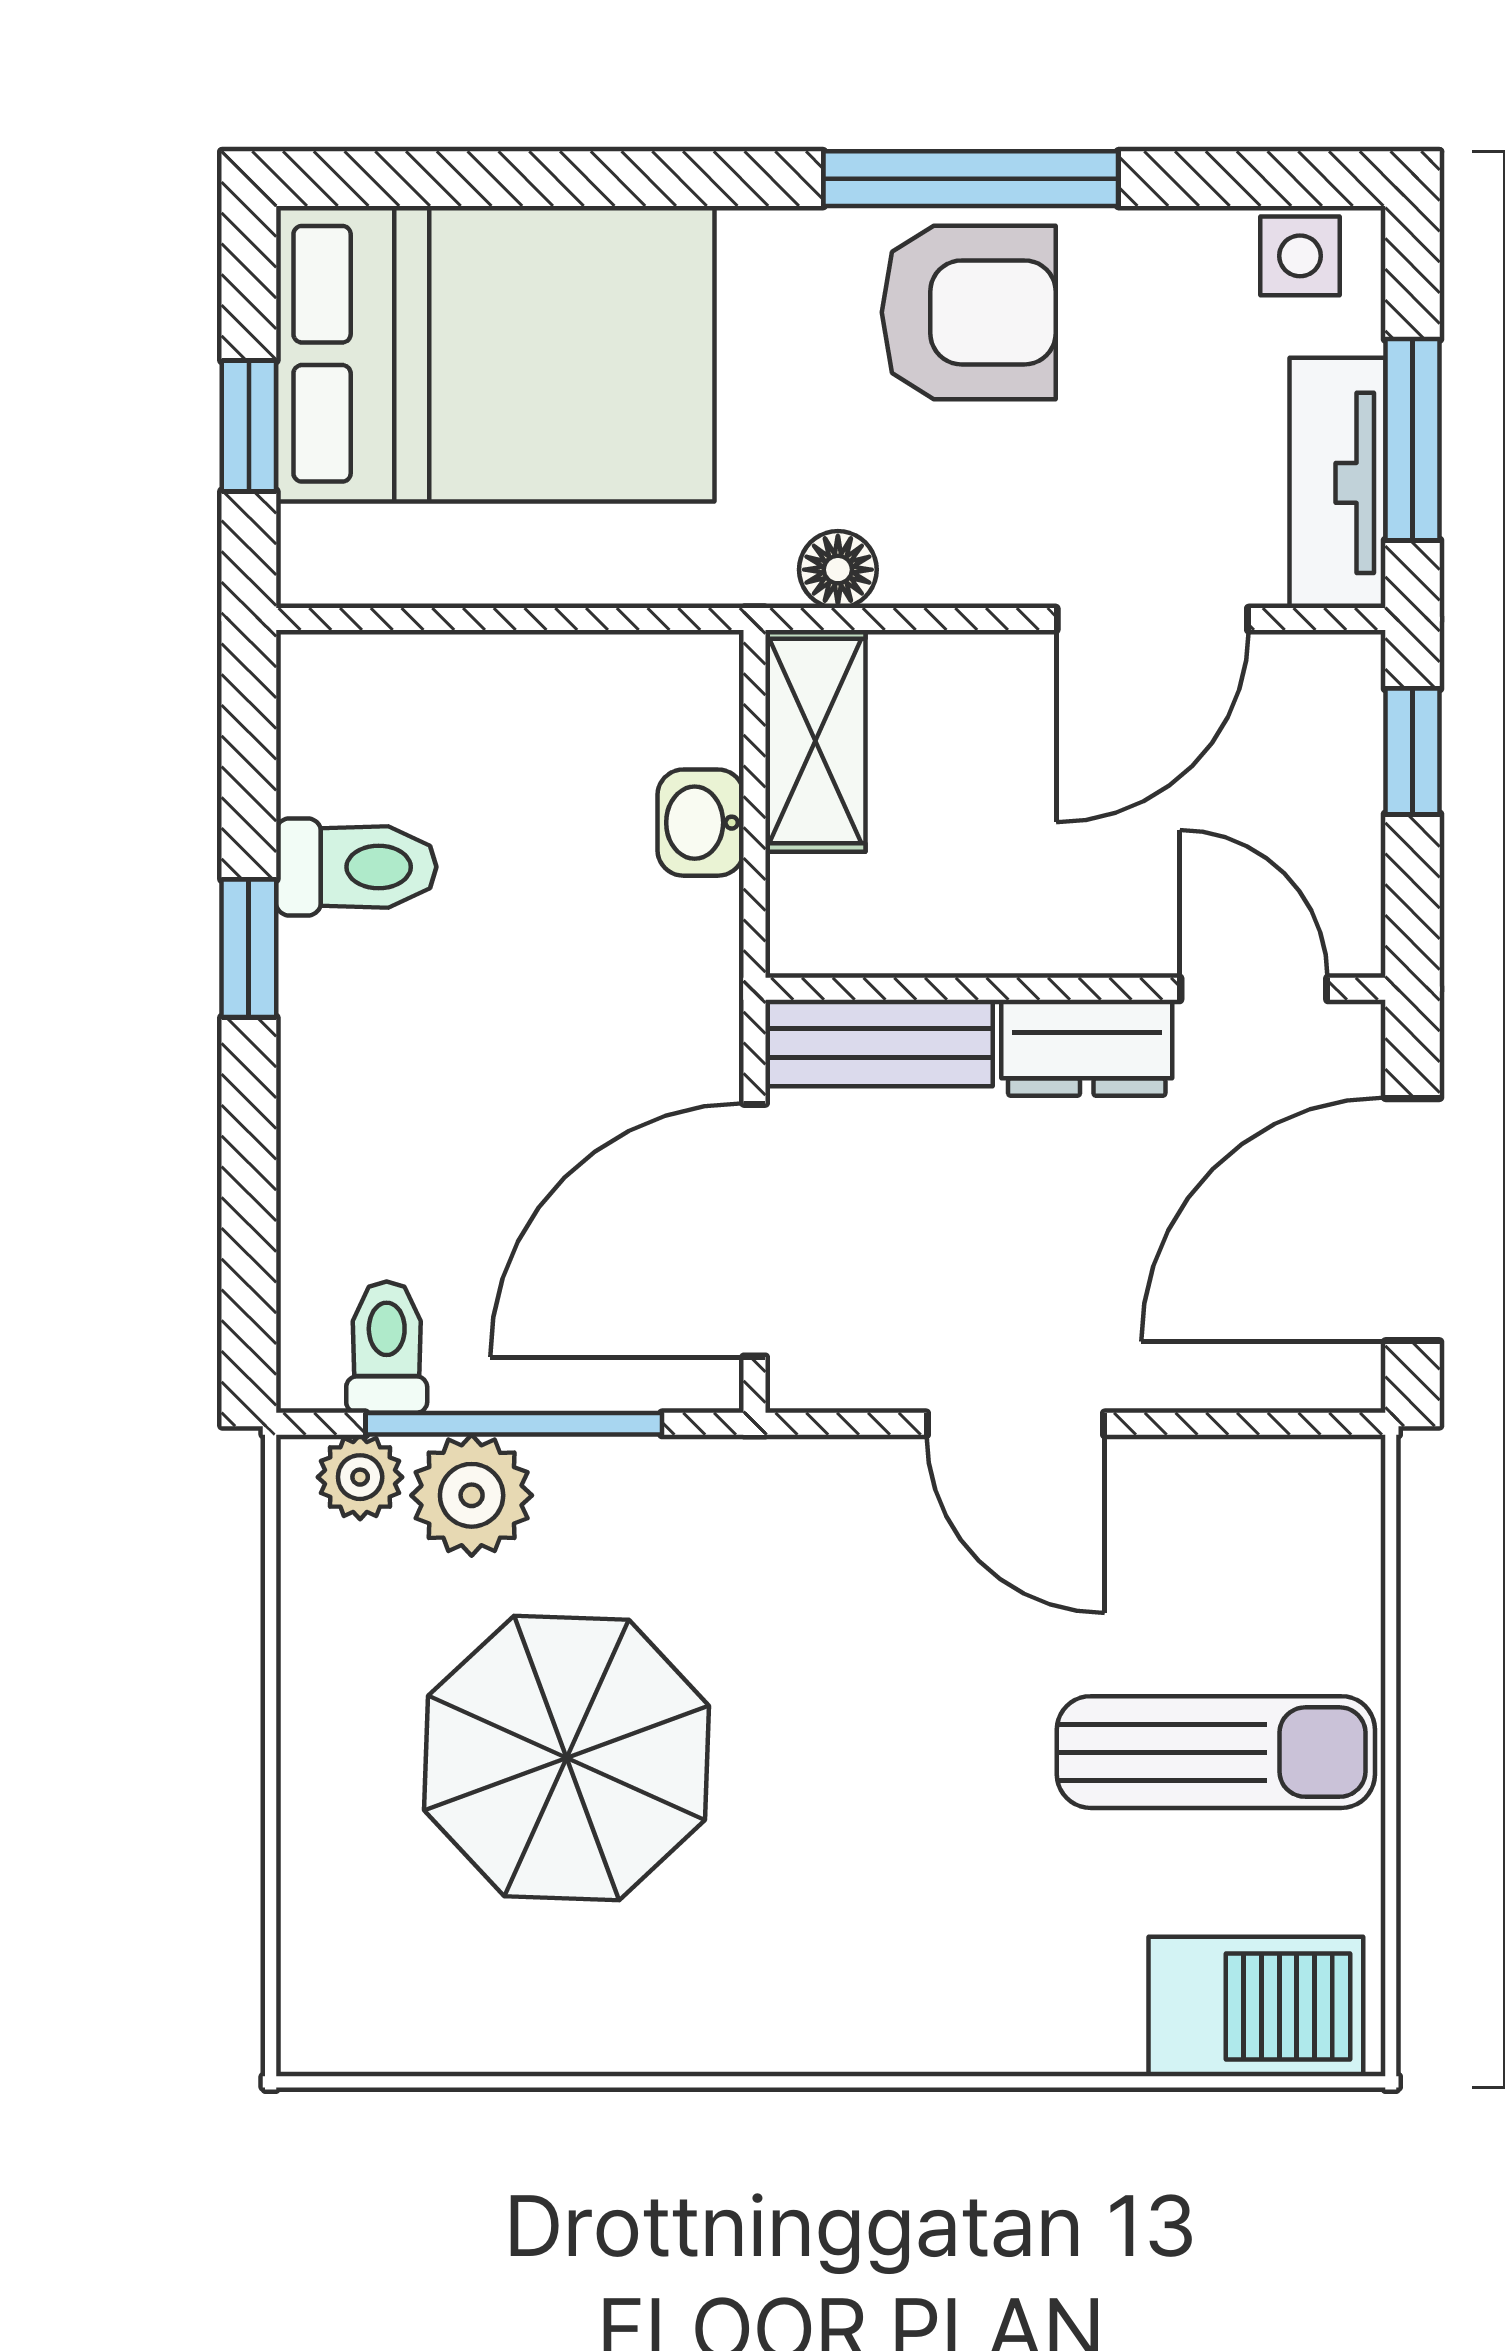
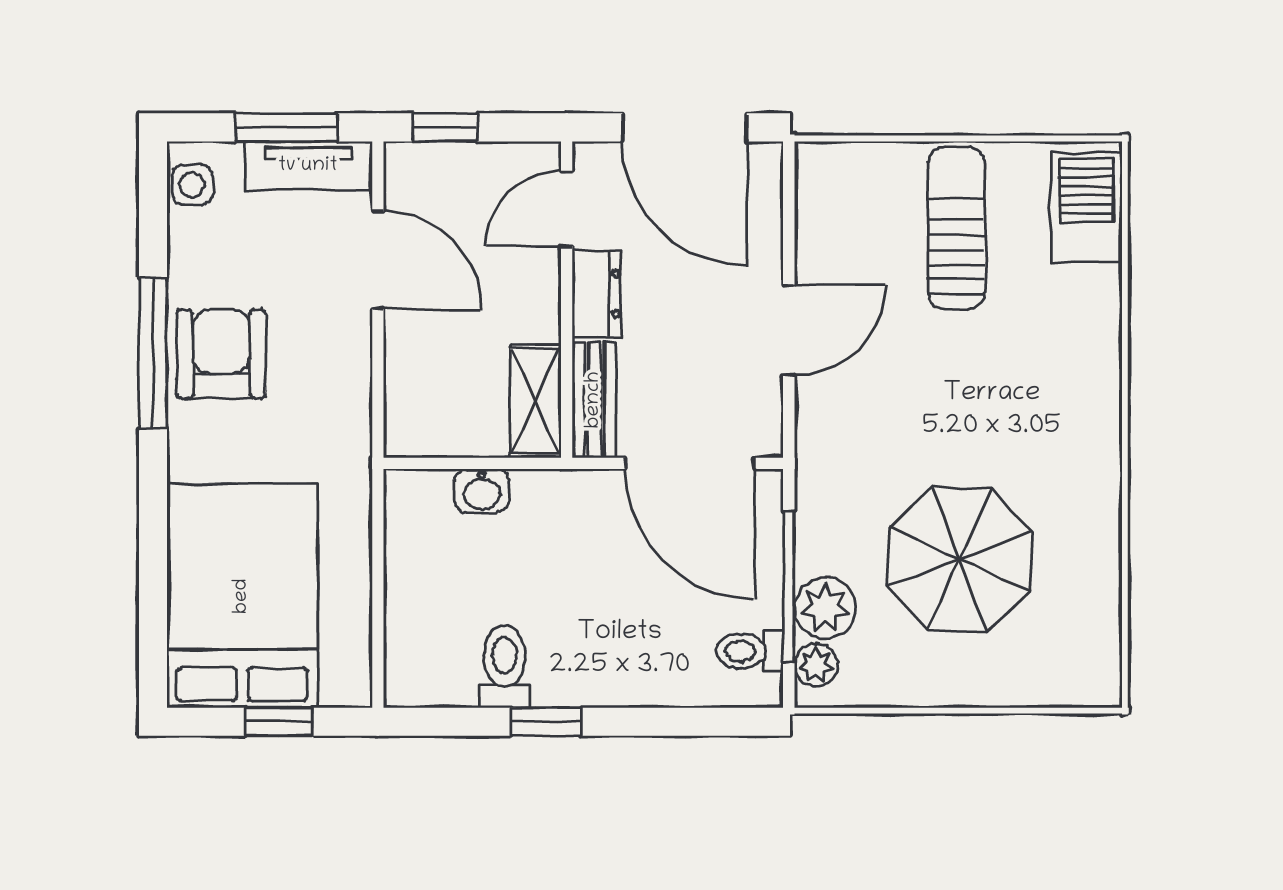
floor lamp: (838, 570) -> (353, 421), removed
shelving: (815, 741) -> (536, 401), moved, turned 90

